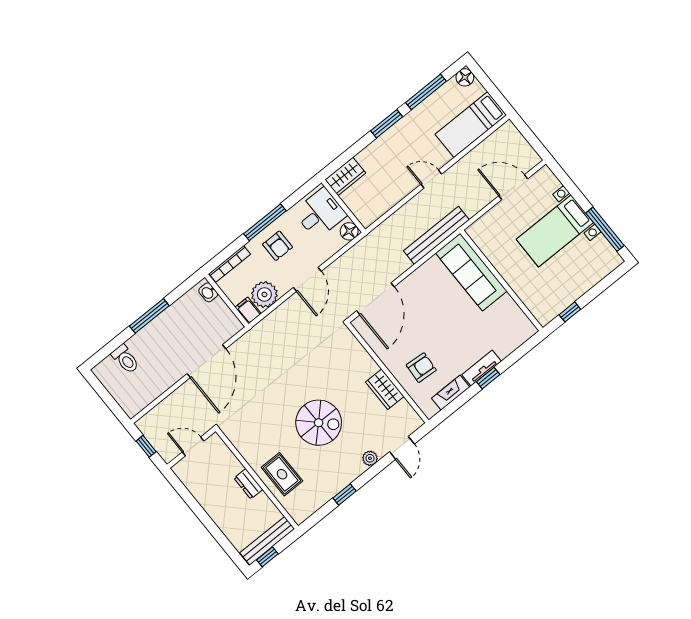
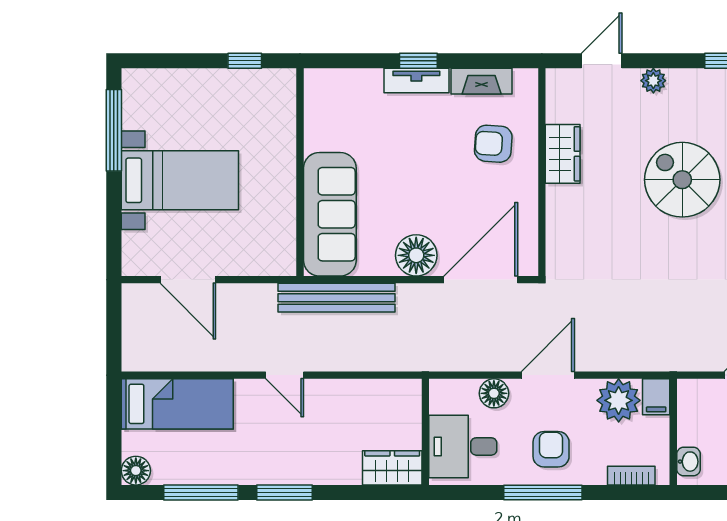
floor lamp: (349, 231) -> (494, 393), moved
bookcase: (230, 264) -> (631, 476), width x0.64
floor lamp: (415, 286) -> (416, 255), added

